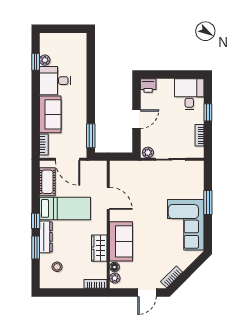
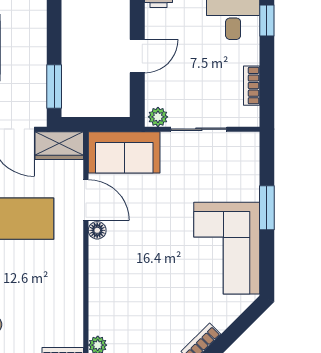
window: (208, 112) -> (267, 21), moved
sofa: (121, 241) -> (124, 152), moved, turned 90
wardrobe: (99, 248) -> (59, 146), moved, turned -90
floor lamp: (114, 267) -> (97, 230), moved

